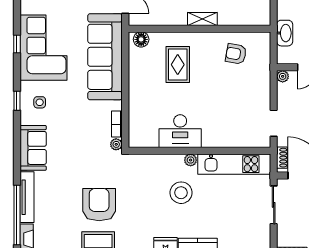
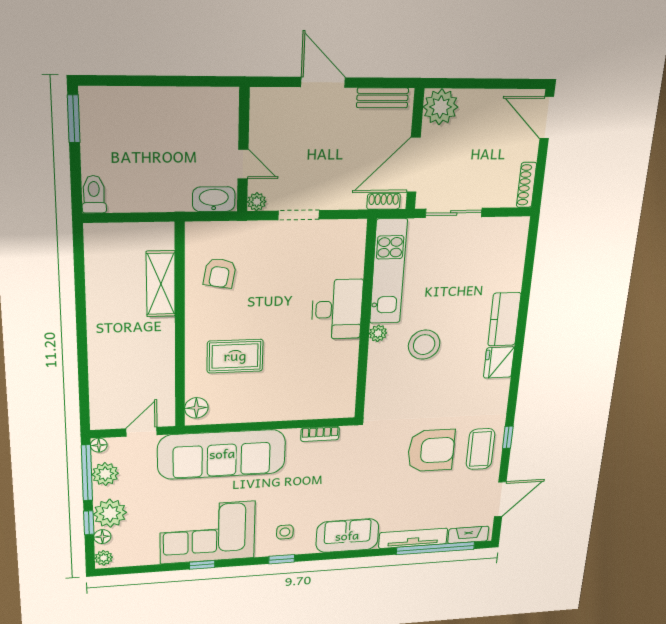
shelving: (202, 19) -> (161, 284), moved, width x1.50, depth x1.33
washbasin: (285, 33) -> (214, 199), moved
doorway: (274, 123) -> (299, 215), moved
desk: (180, 131) -> (337, 309), moved
plant: (116, 144) -> (349, 433), removed
armchair: (99, 205) -> (431, 450), turned 180

